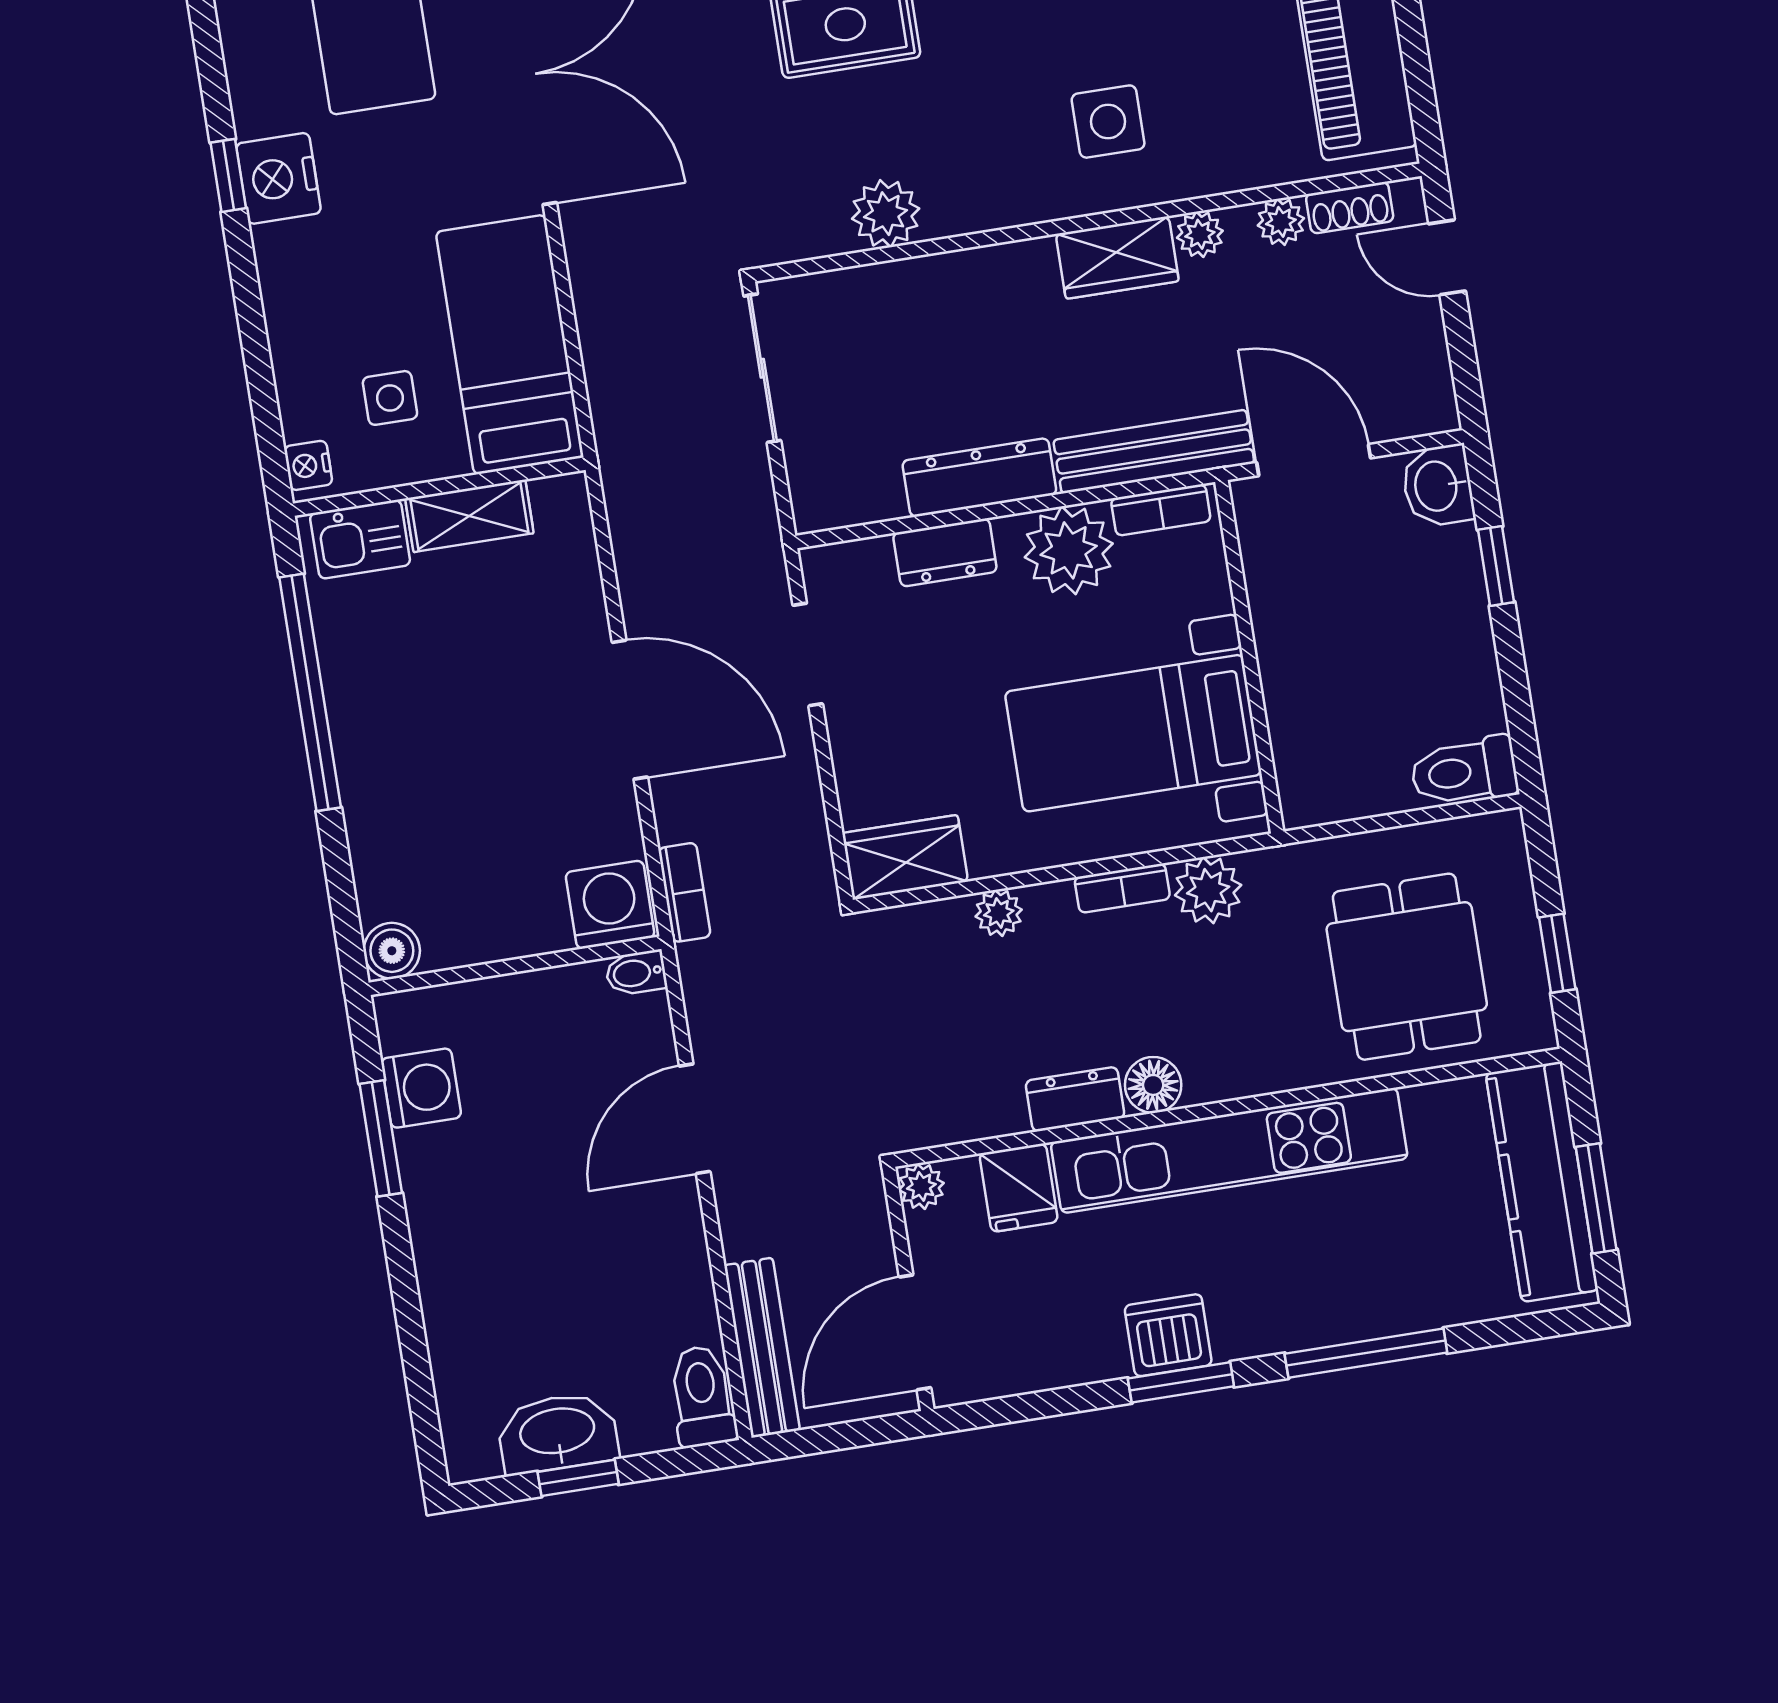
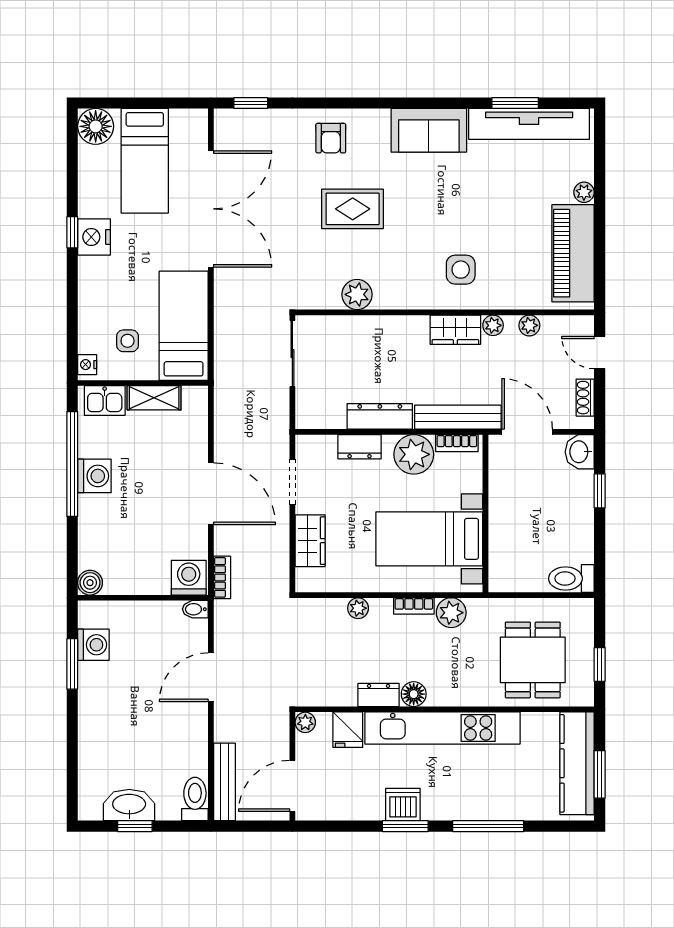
shoe rack: (1350, 208) -> (585, 398), moved, turned 90
washing machine: (364, 711) -> (94, 476), added
wardrobe: (905, 857) -> (310, 541), moved, turned 90

